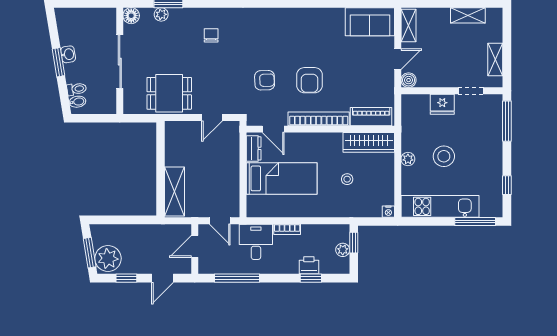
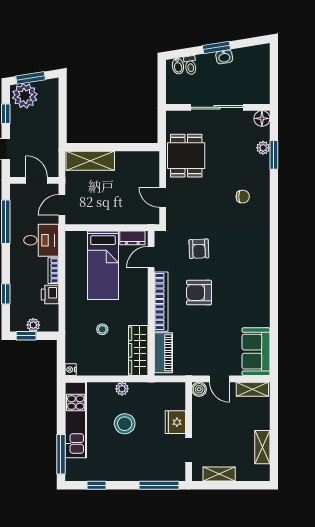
window: (354, 243) -> (26, 336), moved
printer: (309, 265) -> (50, 294), moved, turned 180

